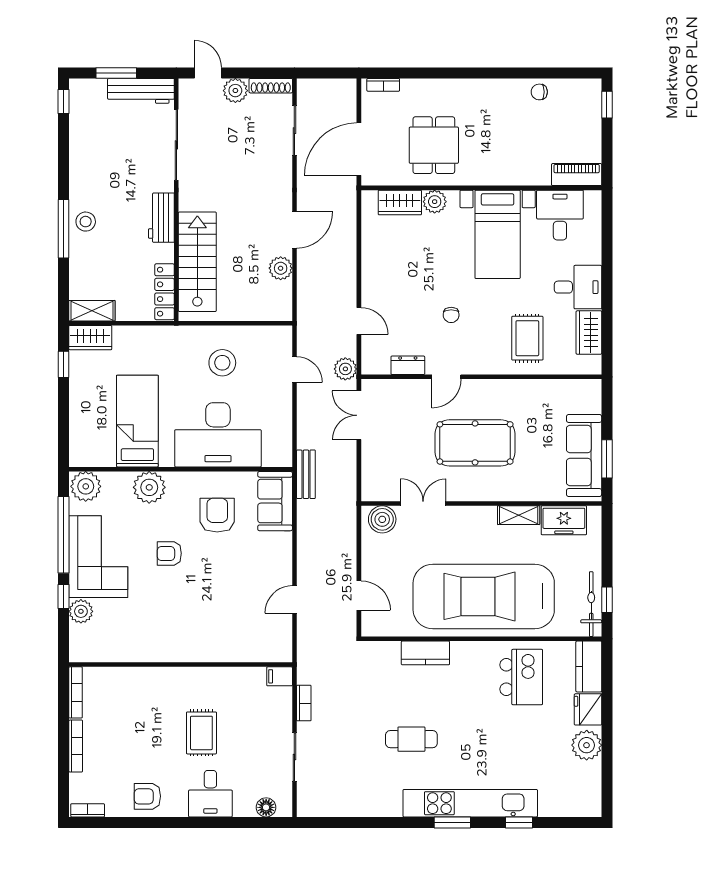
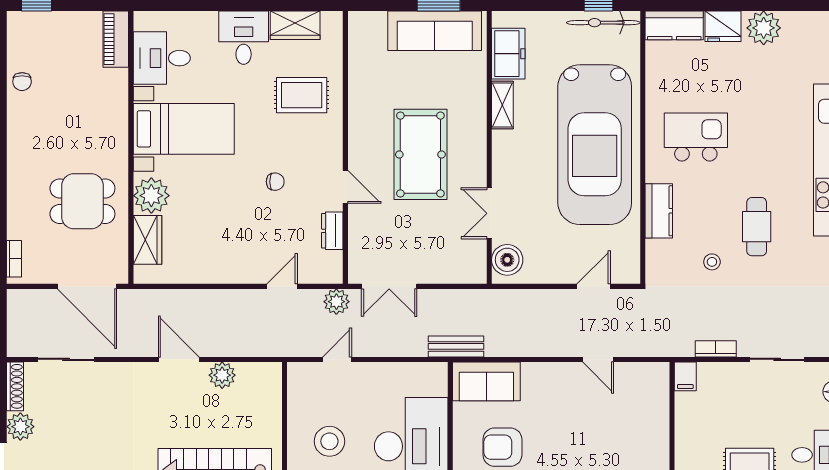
plant: (435, 202) -> (151, 196), width x1.36, depth x1.36
kitchen island: (521, 677) -> (696, 137), moved
stool: (380, 700) -> (712, 262), added

